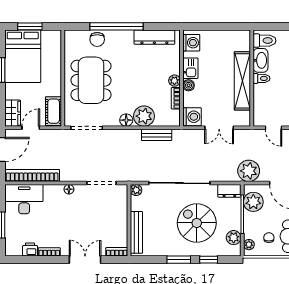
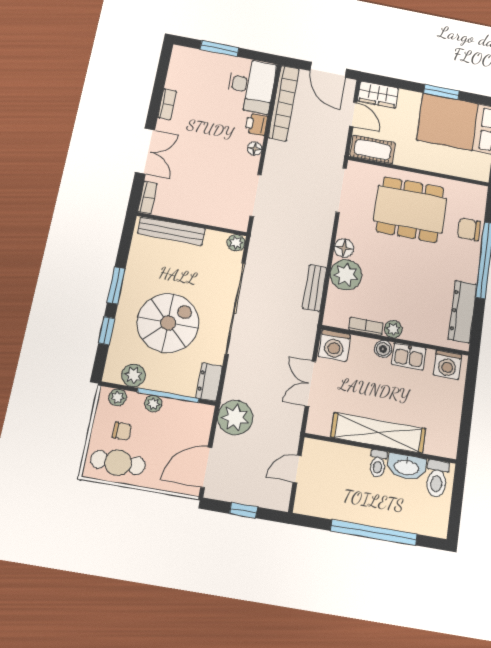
plant: (253, 202) -> (153, 403), moved, width x0.53, depth x0.53
printer: (30, 249) -> (256, 124), moved, turned 180

